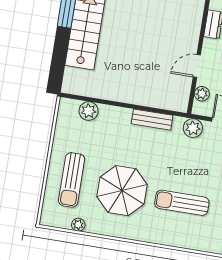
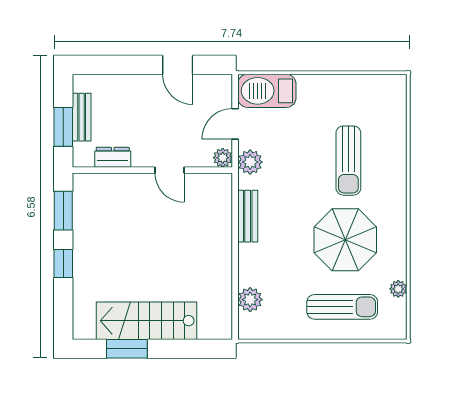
plant: (202, 94) -> (223, 158), moved

